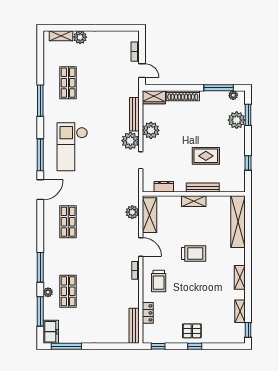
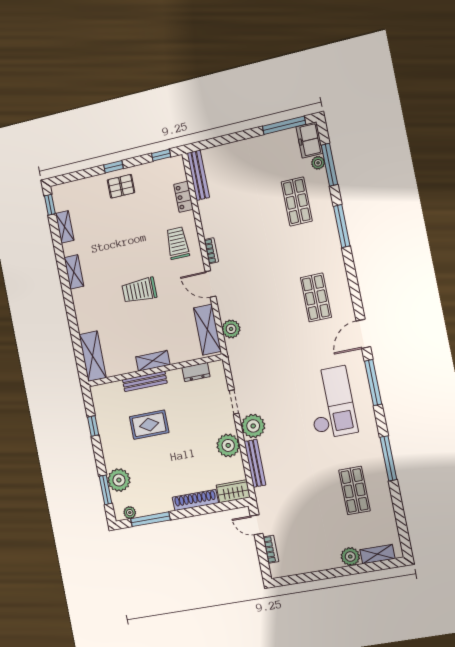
shelving: (238, 222) -> (93, 356), width x0.68
plant: (48, 292) -> (318, 163), moved

